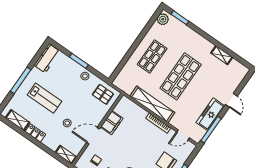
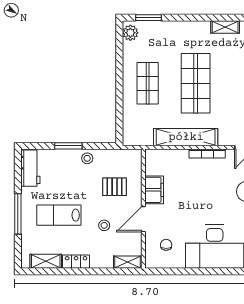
pallet: (103, 94) -> (115, 187), moved
lab bench: (44, 98) -> (59, 215), turned 180

